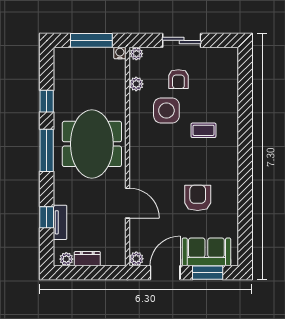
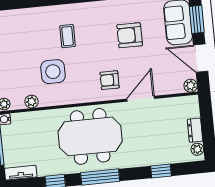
armchair: (178, 79) -> (110, 80), moved, turned 180
tv unit: (60, 222) -> (21, 173), moved

